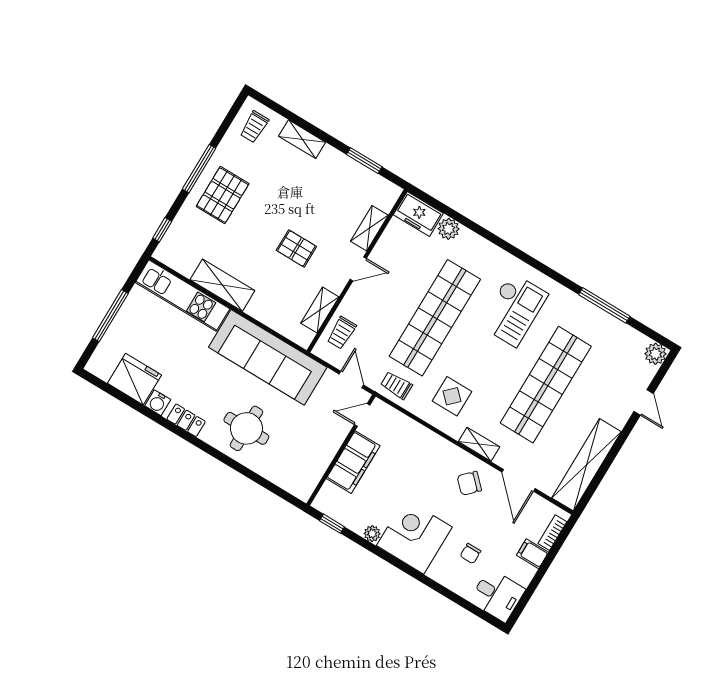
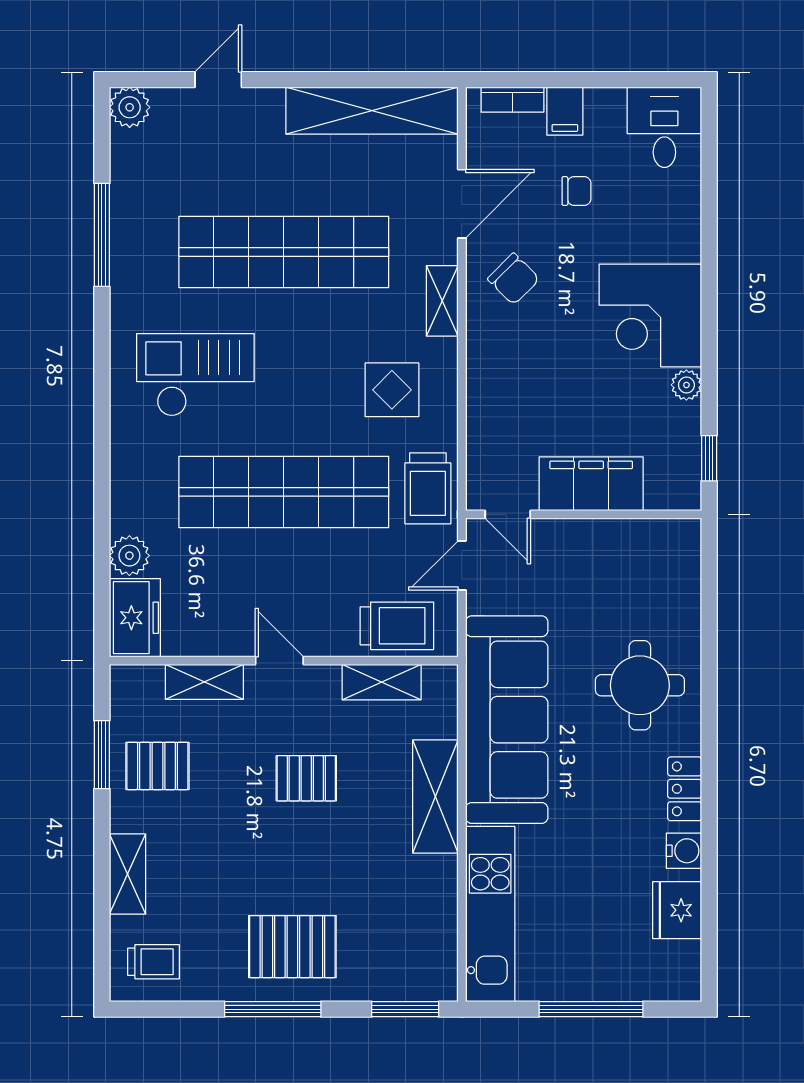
pallet: (344, 183) -> (157, 766), added
window: (162, 230) -> (405, 1009), width x1.50
pallet: (296, 248) -> (306, 778), turned 90
shelving: (222, 285) -> (435, 797), moved
trolley: (342, 333) -> (397, 626), width x1.36, depth x1.39
fridge: (134, 379) -> (677, 910), width x0.73, depth x0.75
trolley: (396, 385) -> (428, 488), width x1.36, depth x1.39
chair: (470, 554) -> (576, 191), moved

